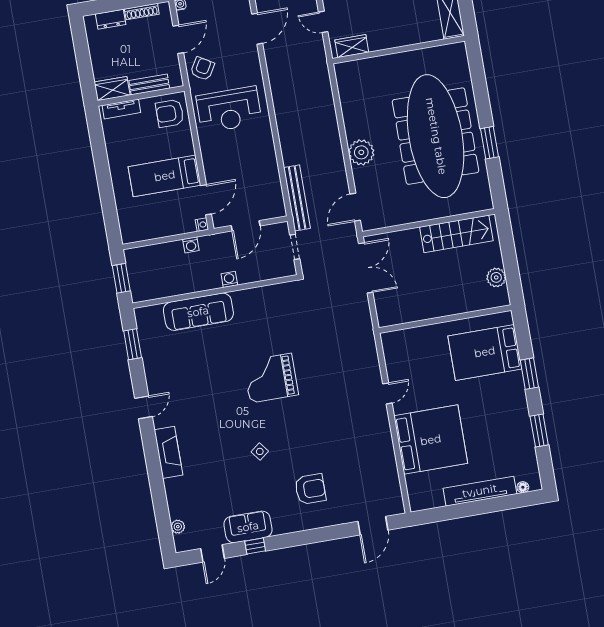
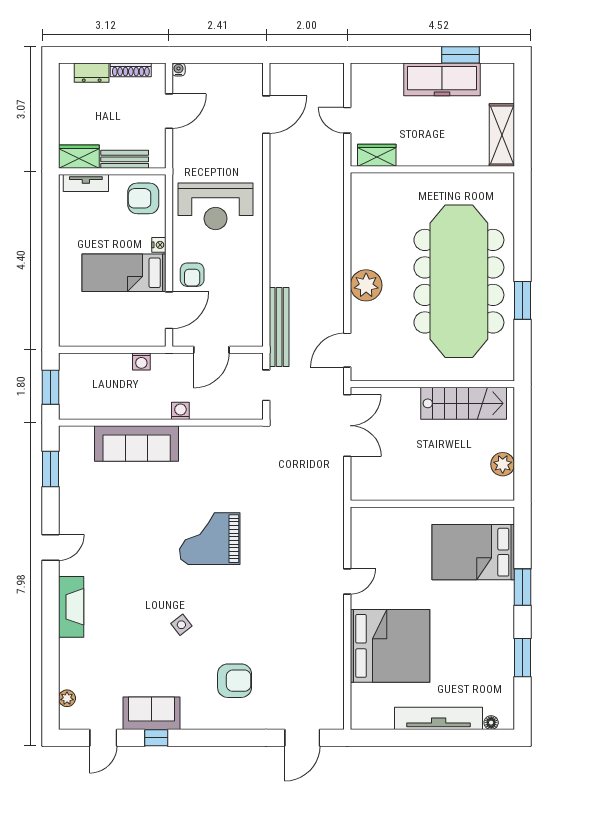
armchair: (202, 69) -> (192, 275), moved, turned 149
nightstand: (202, 225) -> (159, 245), moved

